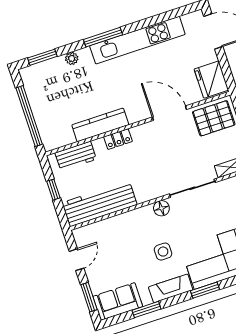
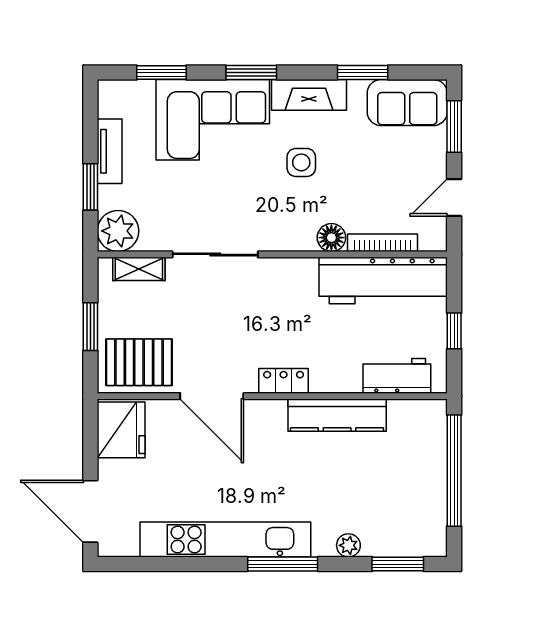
locker: (118, 139) -> (284, 381), moved
floor lamp: (161, 208) -> (331, 238), moved
bookcase: (106, 223) -> (383, 243), added

